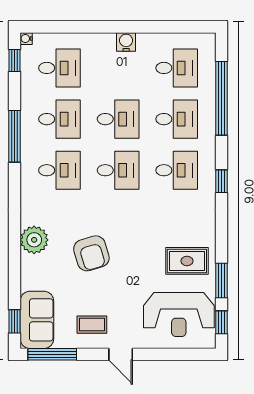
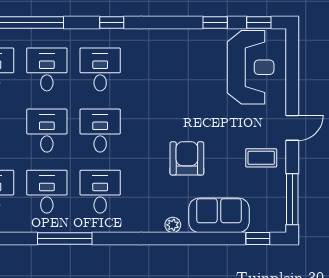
plant: (34, 240) -> (173, 225), width x0.53, depth x0.53
armchair: (91, 253) -> (187, 158), turned -73
rug: (187, 261) -> (195, 59), removed
window: (222, 280) -> (215, 23), width x0.67
sofa: (37, 320) -> (219, 215), moved
coffee table: (92, 325) -> (261, 158), turned 90

